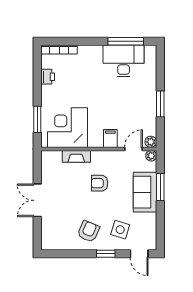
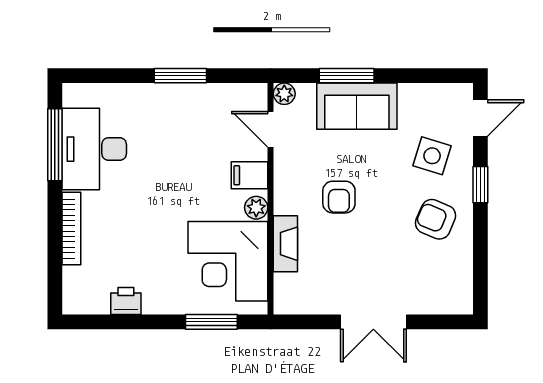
bookcase: (59, 49) -> (71, 229), moved
plant: (151, 142) -> (256, 208), moved

